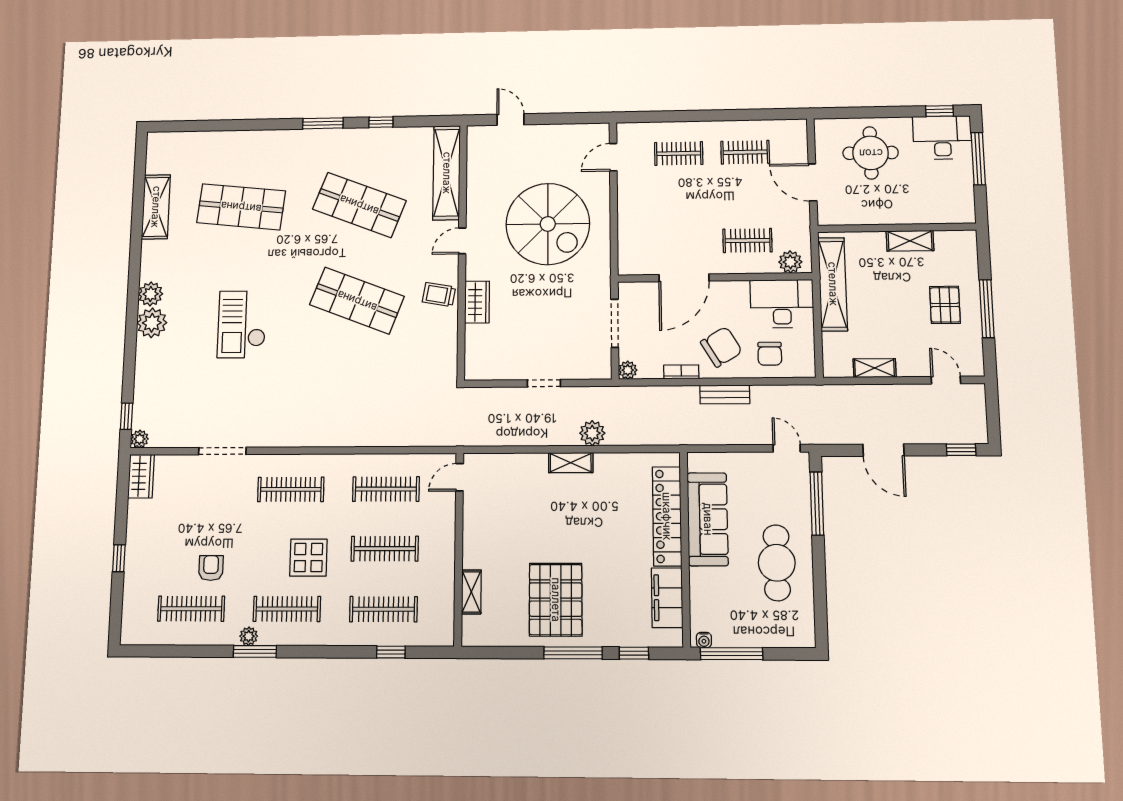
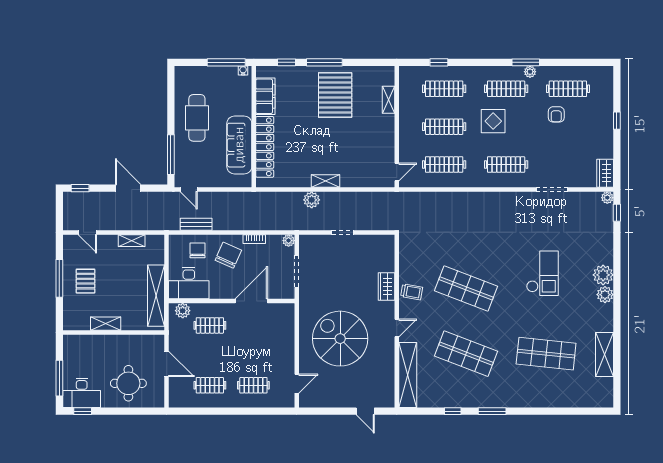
chair: (721, 347) -> (228, 255), turned 145
bench: (725, 394) -> (196, 224), moved

